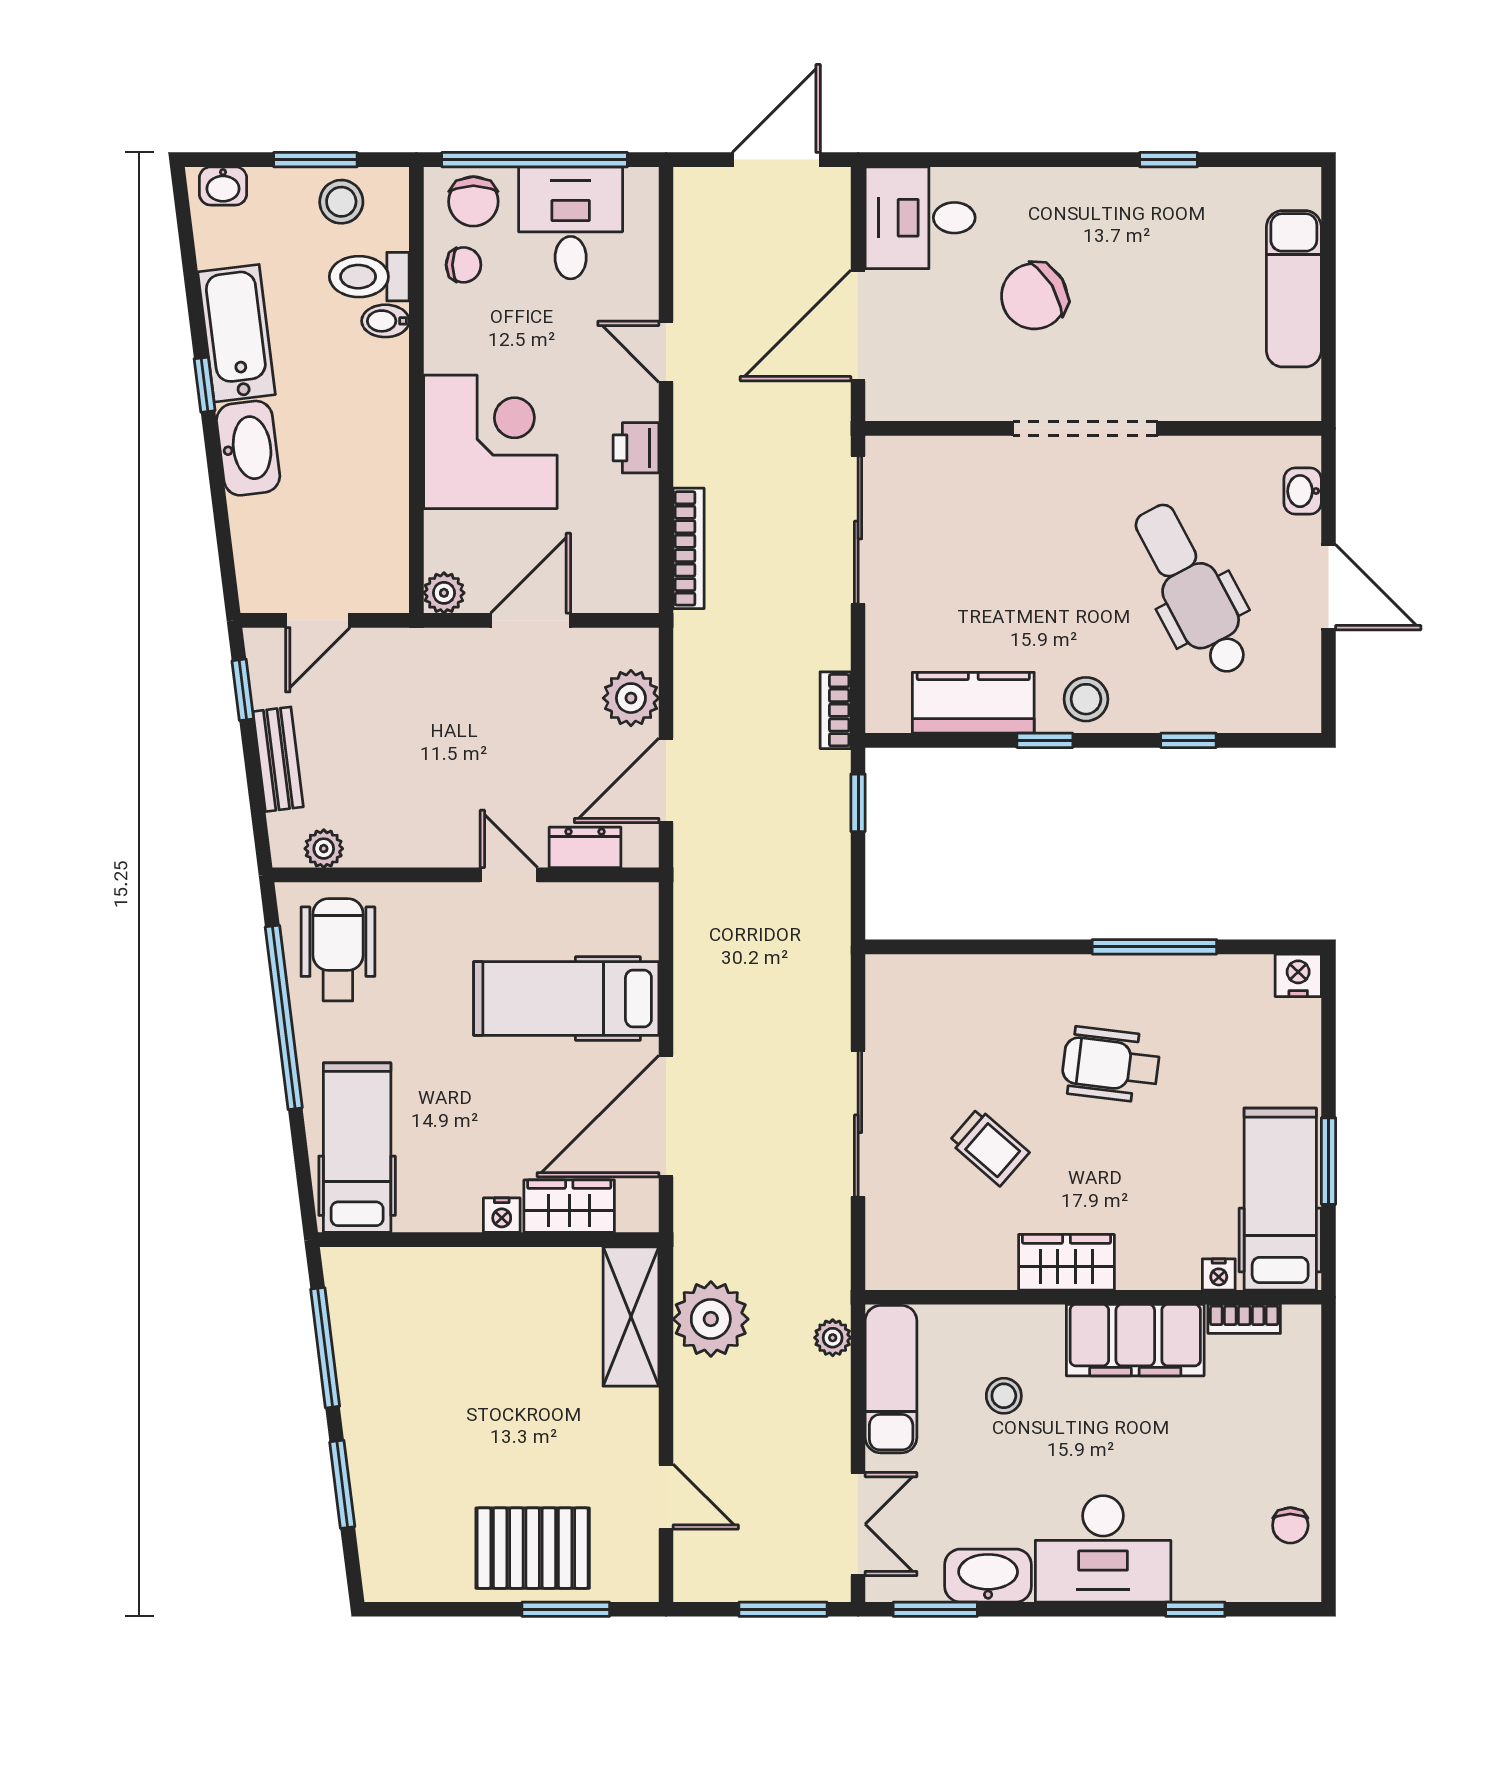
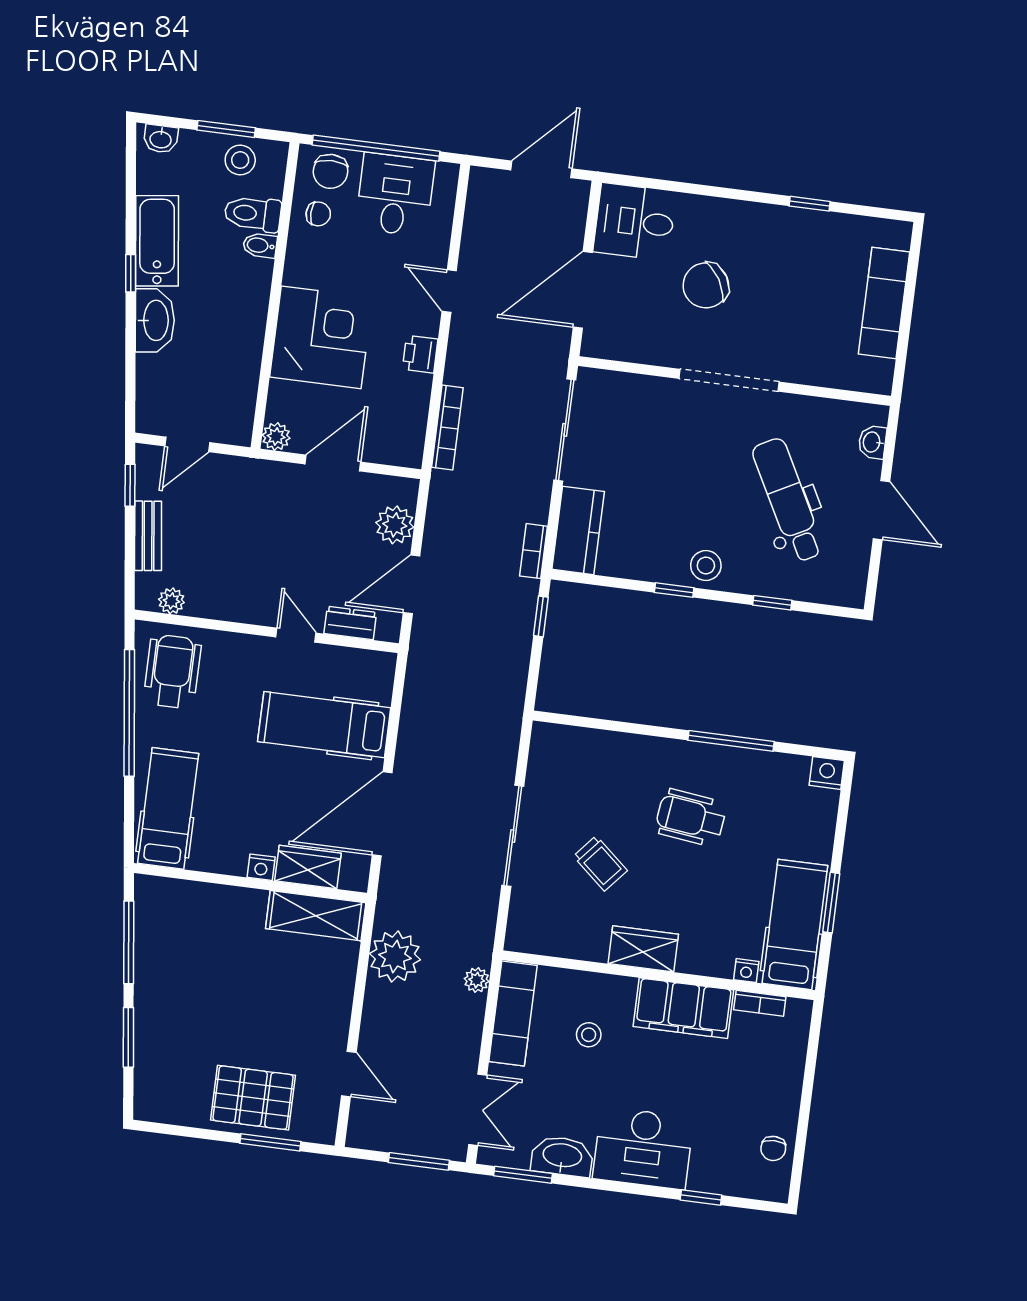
kitchen counter: (973, 703) -> (578, 530), moved, turned 90
shelving: (631, 1317) -> (316, 916), moved, turned 90

